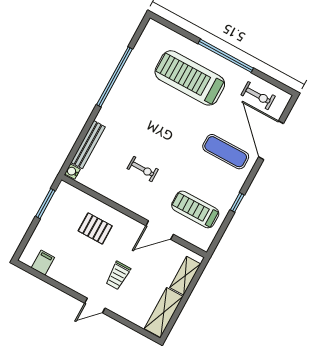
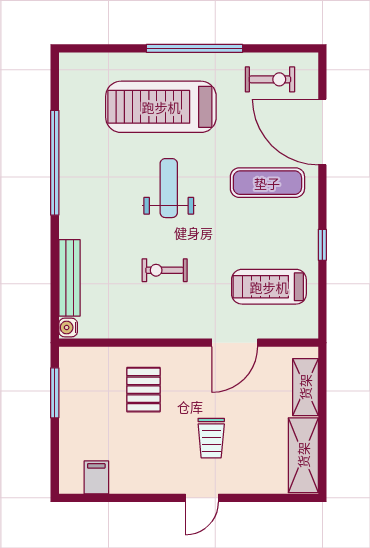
weight bench: (170, 125) -> (169, 188), added
exercise bike: (143, 169) -> (165, 270), turned 180
pallet: (95, 228) -> (143, 390), turned 90

